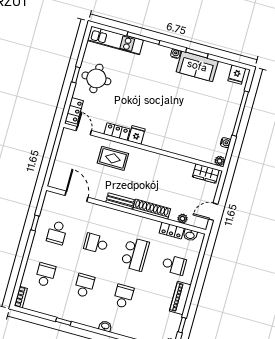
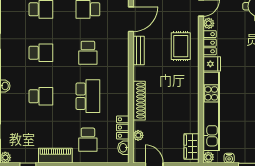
plant: (99, 128) -> (209, 23), added
kitchen unit: (179, 147) -> (211, 111), added
bench: (120, 201) -> (139, 50), moved
school desk: (96, 243) -> (88, 53), turned 180
school desk: (135, 254) -> (88, 96), turned -90

